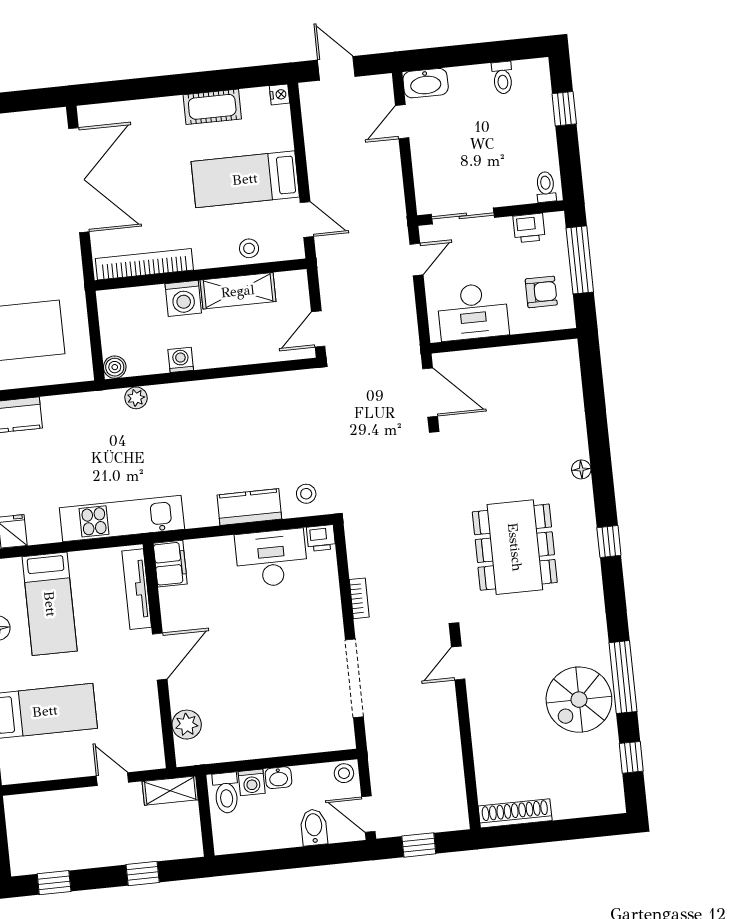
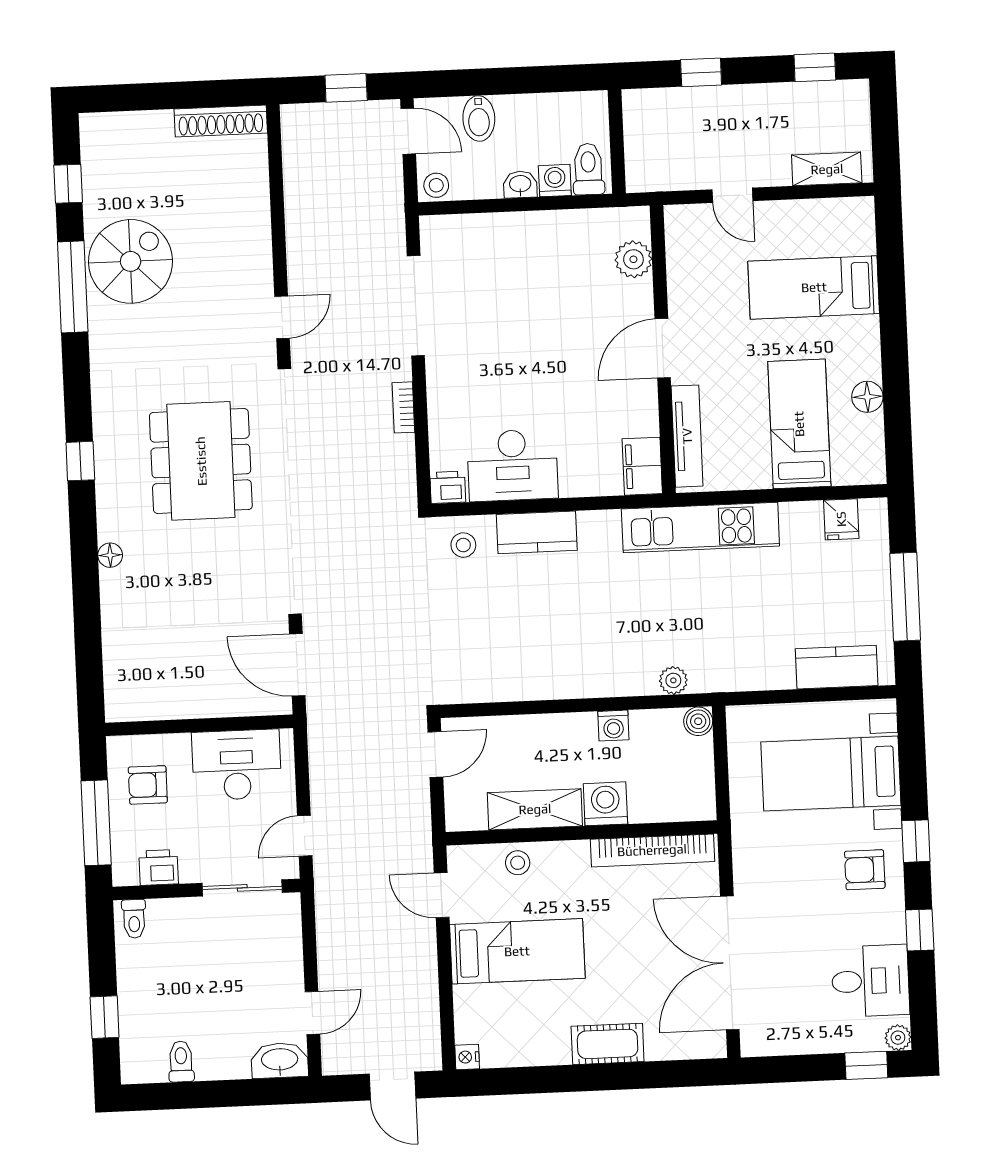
cot: (212, 107) -> (608, 1044), moved
shelving: (170, 791) -> (827, 169), moved

